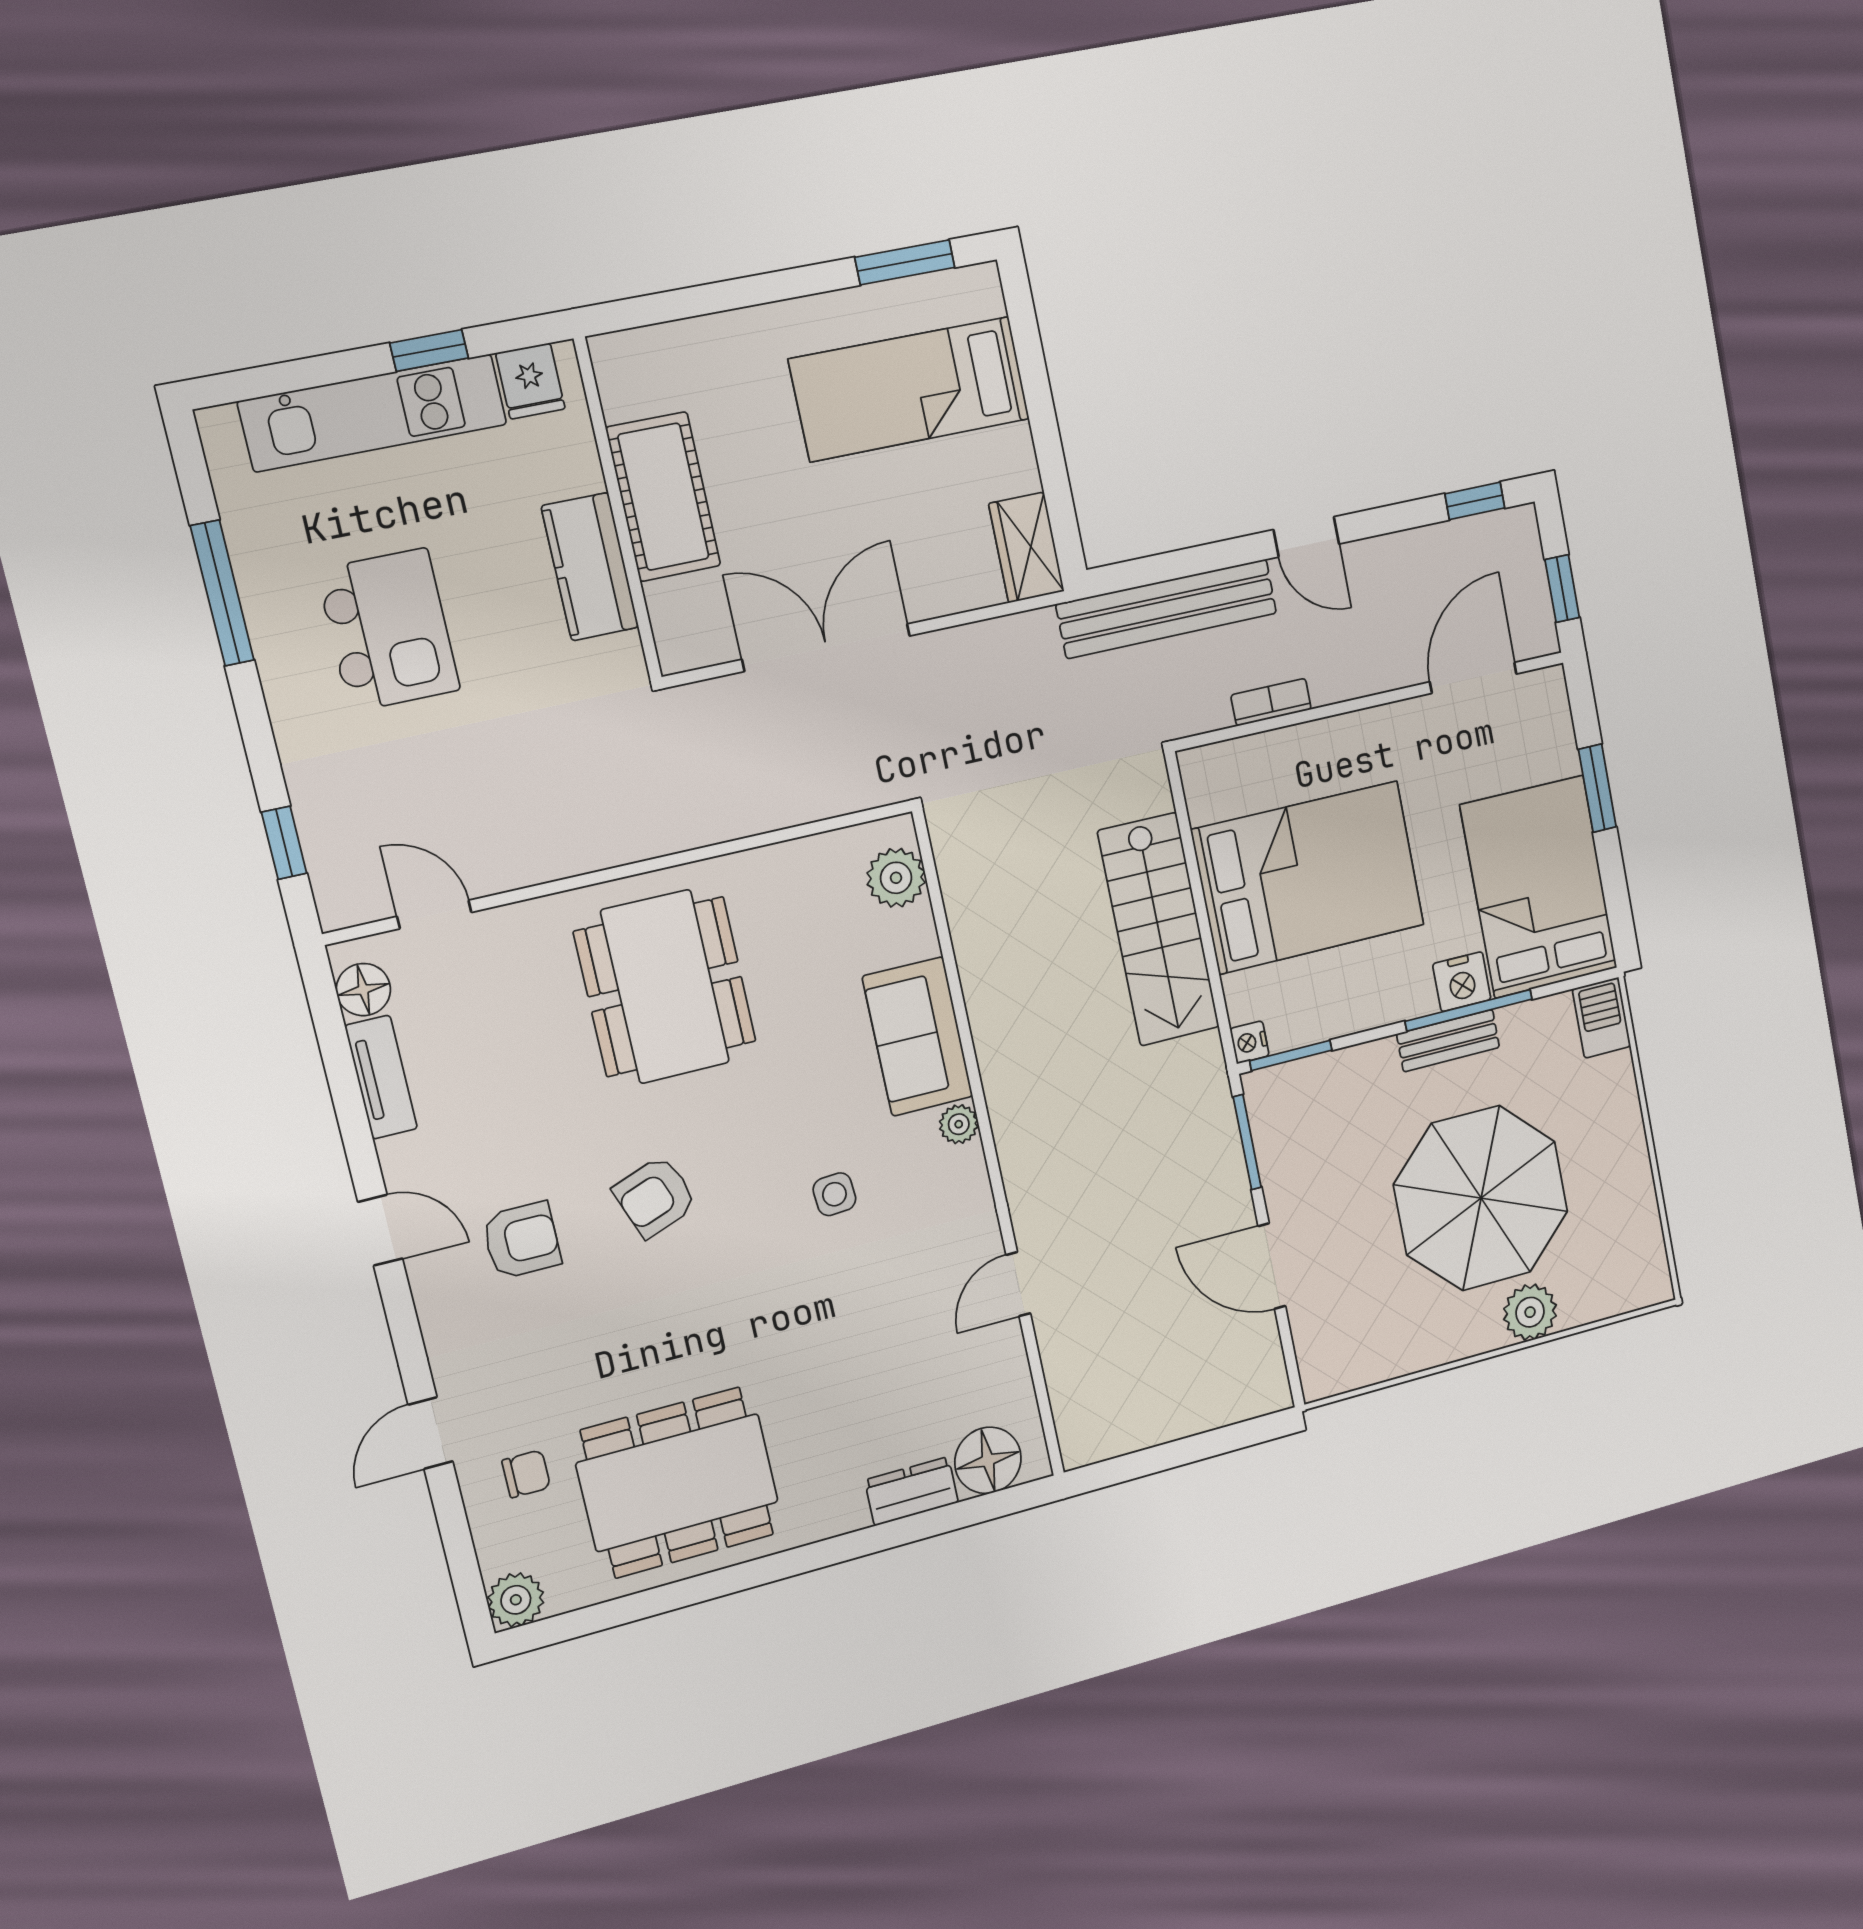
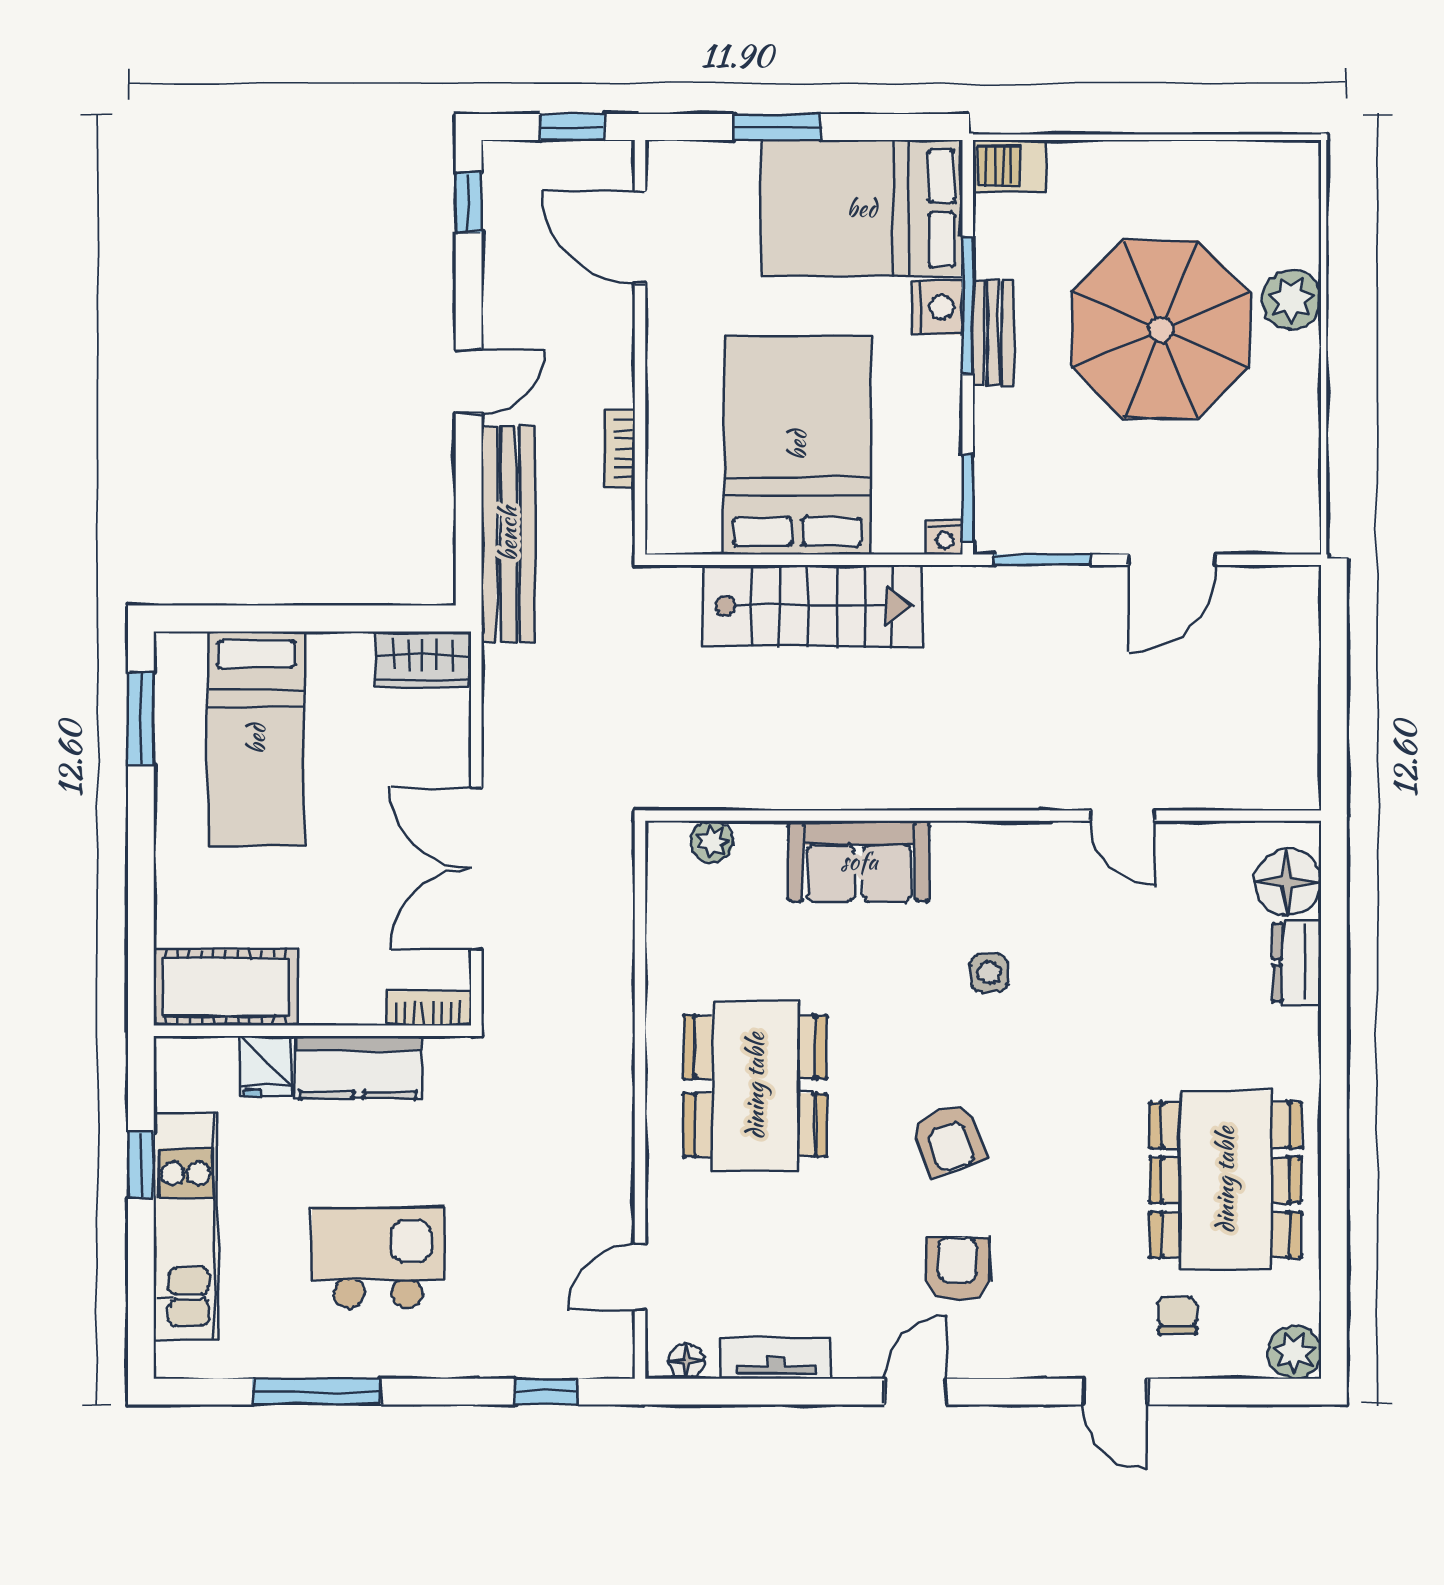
fridge: (530, 381) -> (266, 1066), moved, turned 90
cot: (663, 497) -> (226, 987), moved
bookcase: (669, 628) -> (428, 1008), added
plant: (896, 878) -> (712, 842), width x0.73, depth x0.73
dining table: (665, 987) -> (755, 1086), turned 90
floor lamp: (363, 990) -> (687, 1361), width x0.73, depth x0.73
plant: (959, 1124) -> (953, 840), removed

